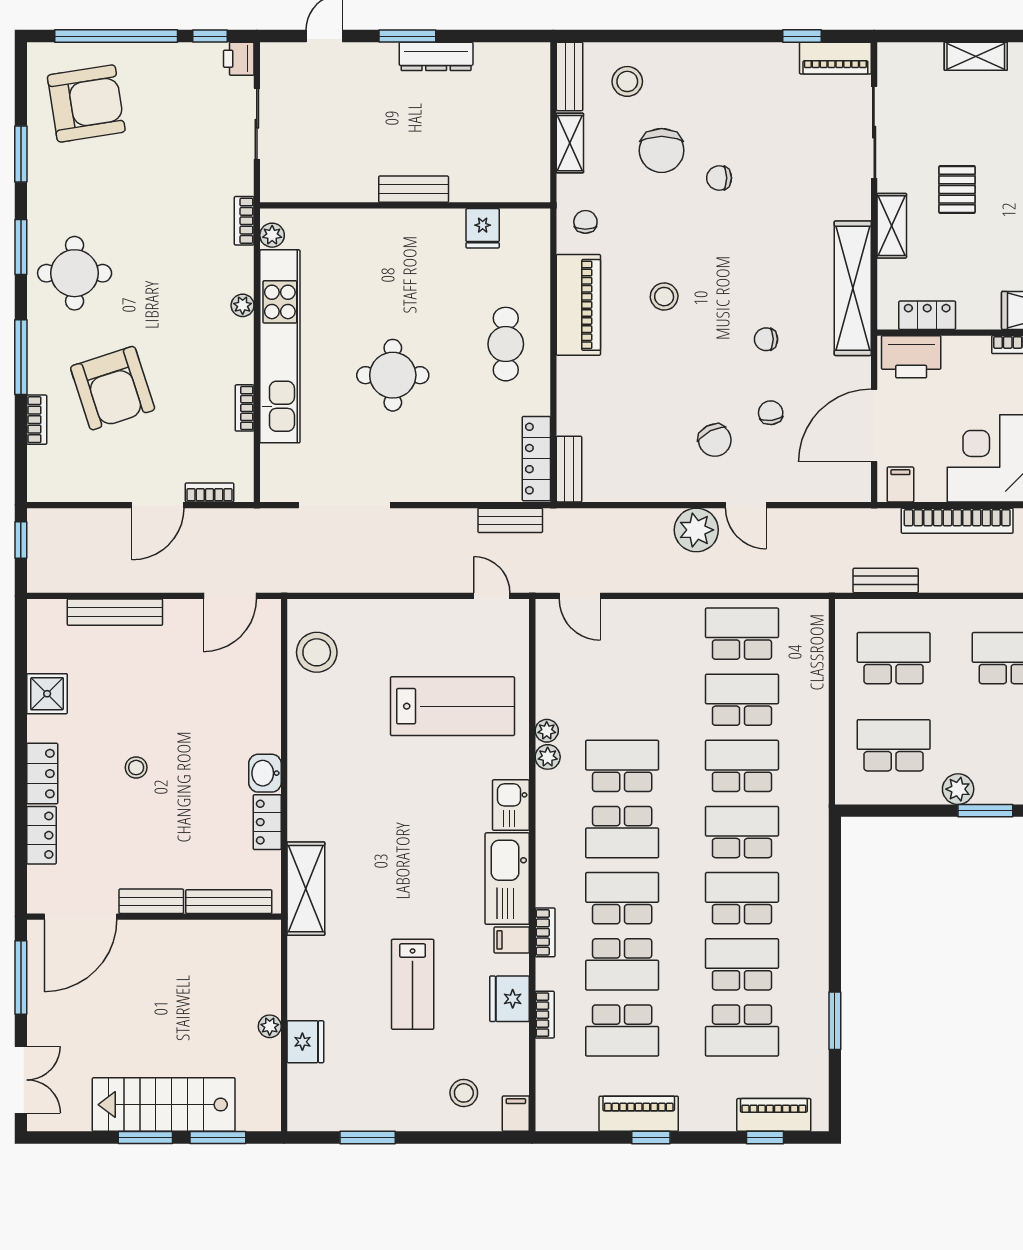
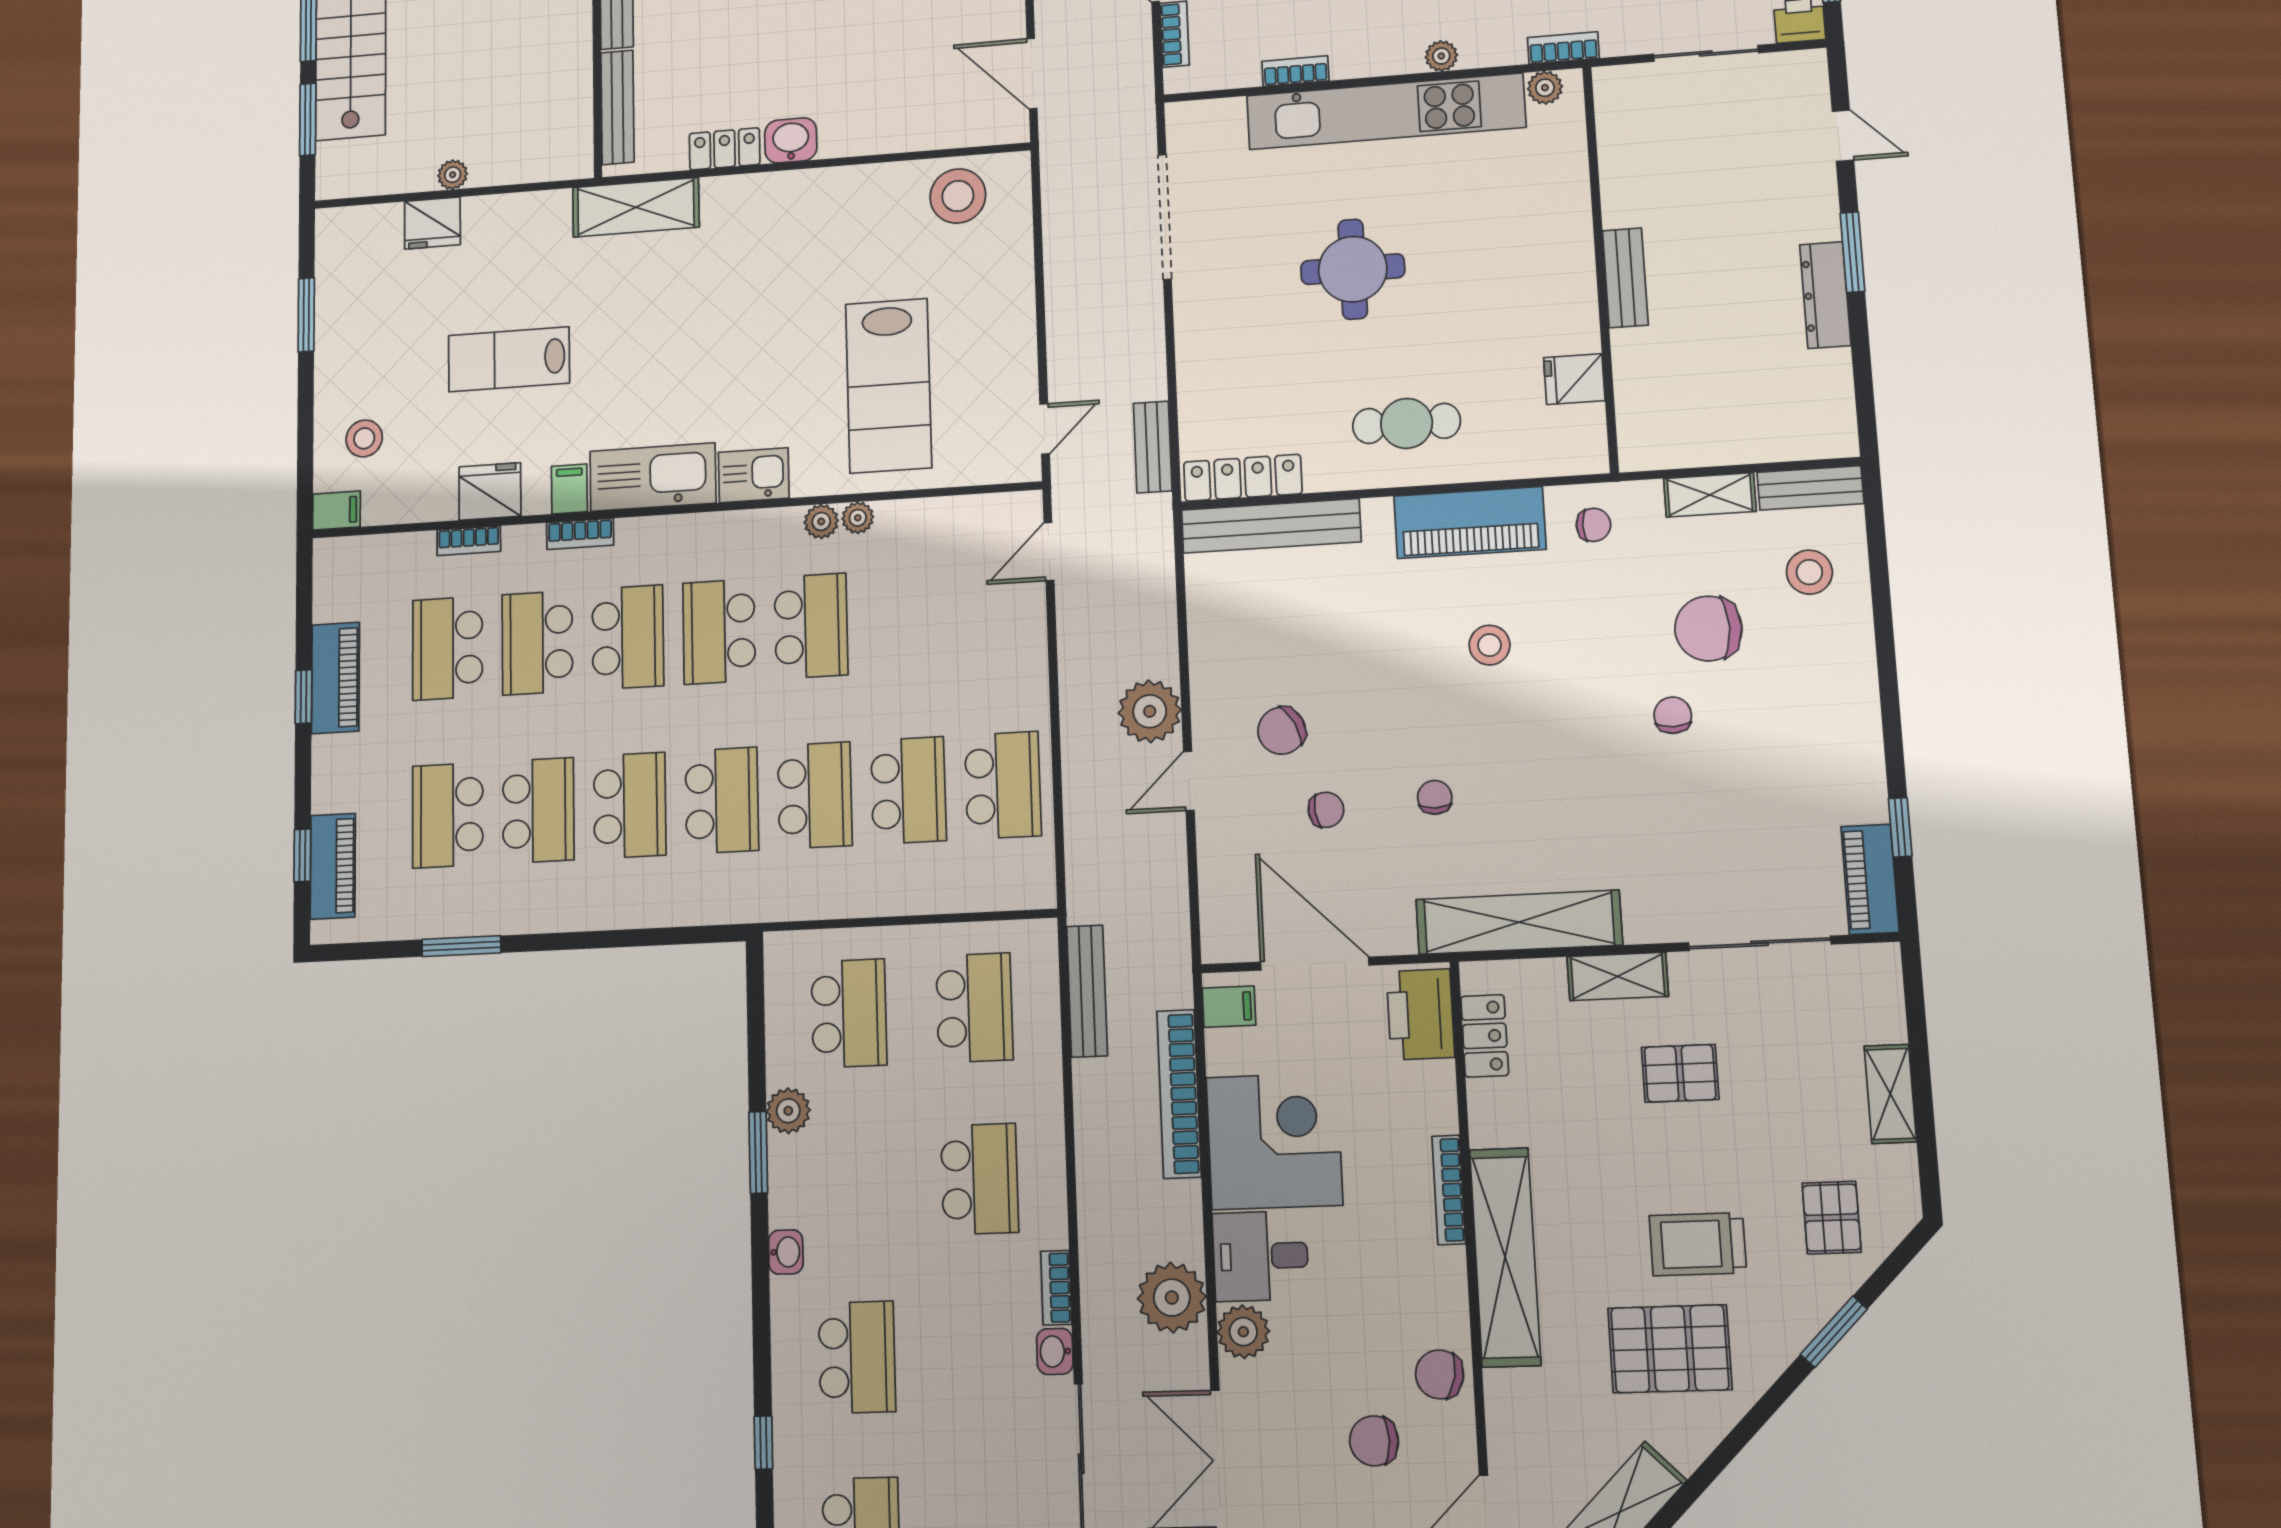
bench: (569, 469) -> (1271, 526), width x1.86, depth x1.21
bench: (886, 580) -> (1087, 991), width x1.36

